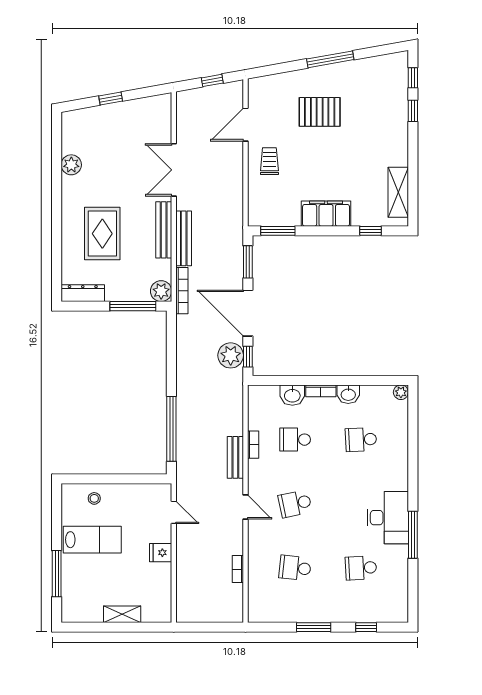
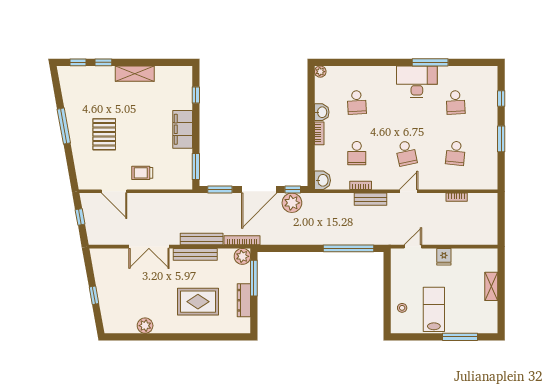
shelving: (398, 192) -> (135, 74), moved
dresser: (83, 293) -> (244, 300), moved
washbasin: (292, 395) -> (322, 180), moved

